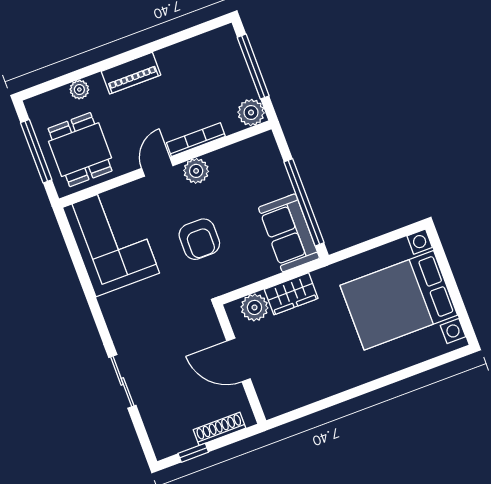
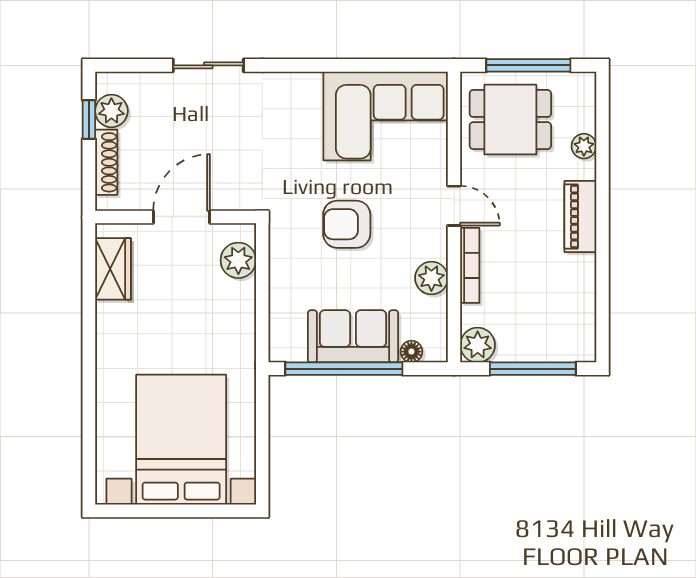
floor lamp: (274, 158) -> (411, 352), added
plant: (196, 171) -> (431, 278), moved
sofa: (289, 233) -> (353, 336), moved
wardrobe: (291, 294) -> (113, 269), moved, turned 180
plant: (181, 439) -> (111, 111), added

